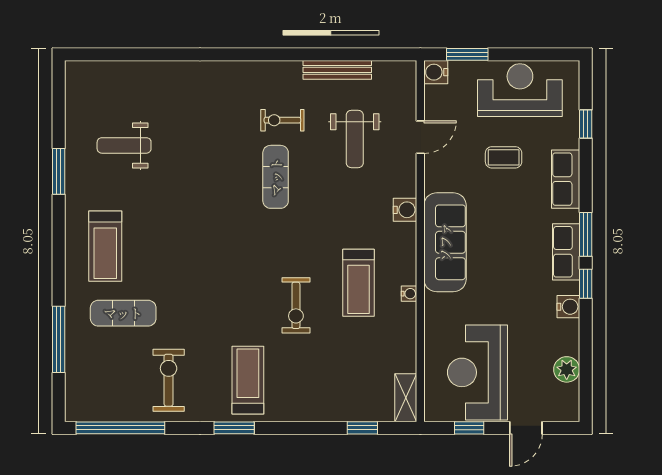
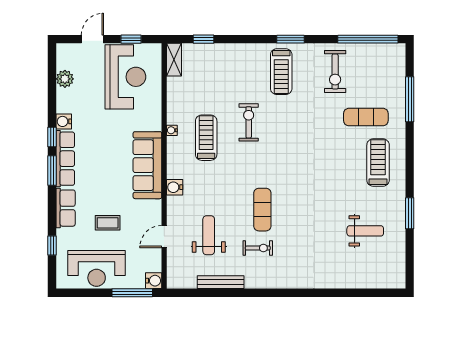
window: (467, 54) -> (132, 293), width x1.44
row of seats: (566, 252) -> (65, 159), width x1.48

